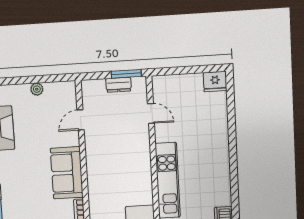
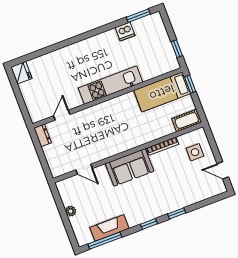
window: (126, 74) -> (37, 144), removed
dresser: (119, 85) -> (43, 135), moved

